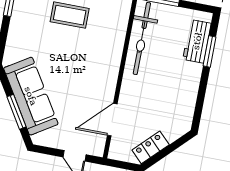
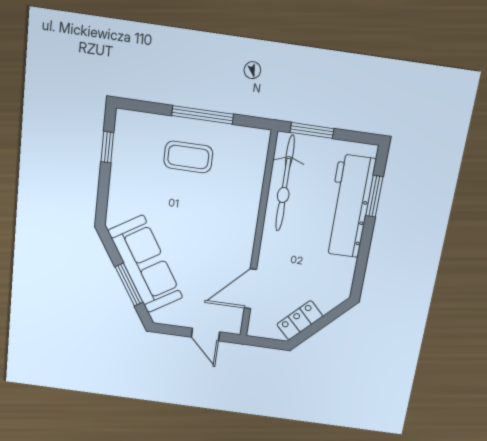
workbench: (197, 41) -> (349, 206), width x1.88, depth x1.32

